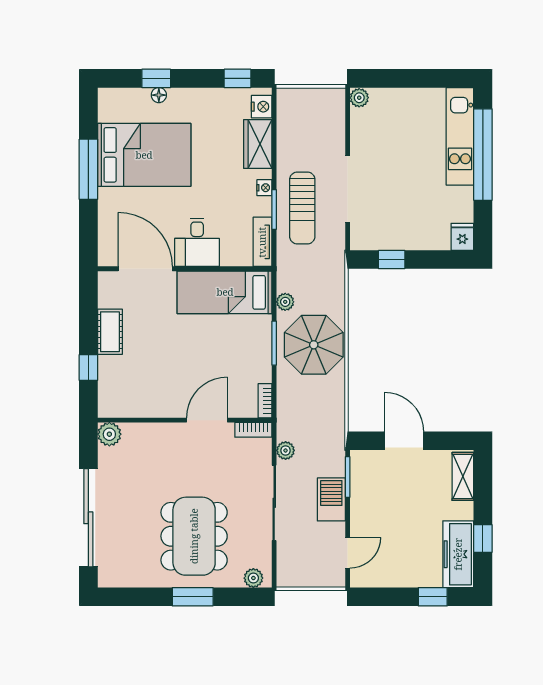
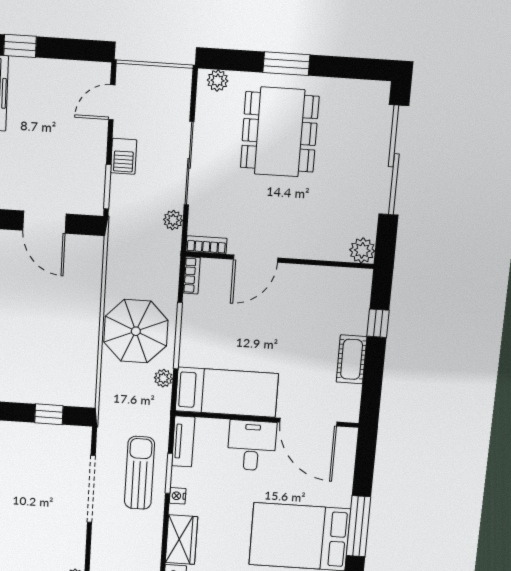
window: (274, 343) -> (178, 336), width x1.44
barbecue: (331, 499) -> (124, 156), width x0.73, depth x0.79

